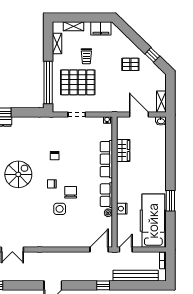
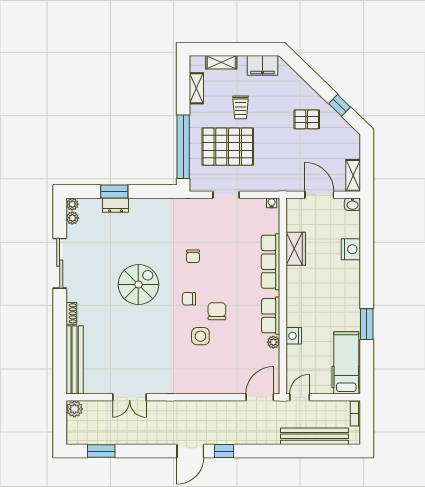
nightstand: (160, 151) -> (351, 249), added
hospital bed: (153, 221) -> (346, 363), width x0.73, depth x0.78
window: (103, 285) -> (224, 451), moved

